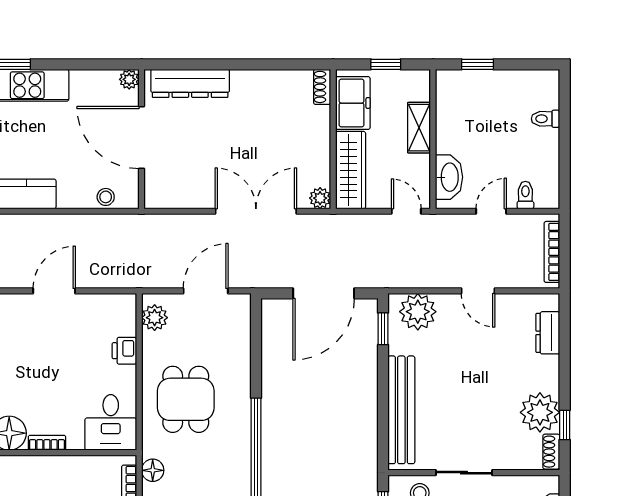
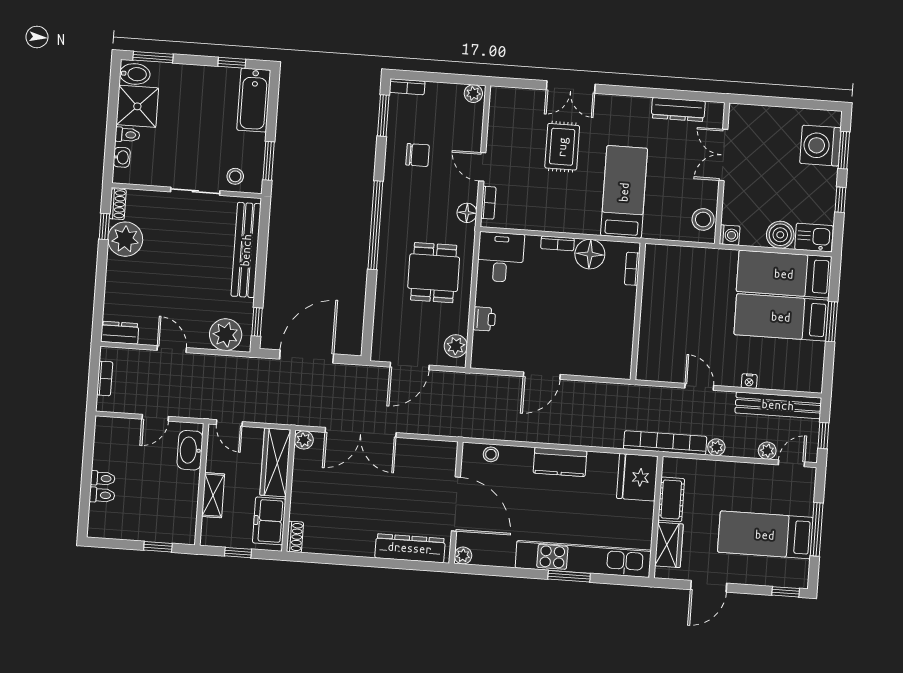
toilet: (525, 195) -> (103, 478), moved, turned -90
bookcase: (552, 252) -> (105, 378), width x0.64
dresser: (548, 333) -> (120, 333), moved, turned -90

